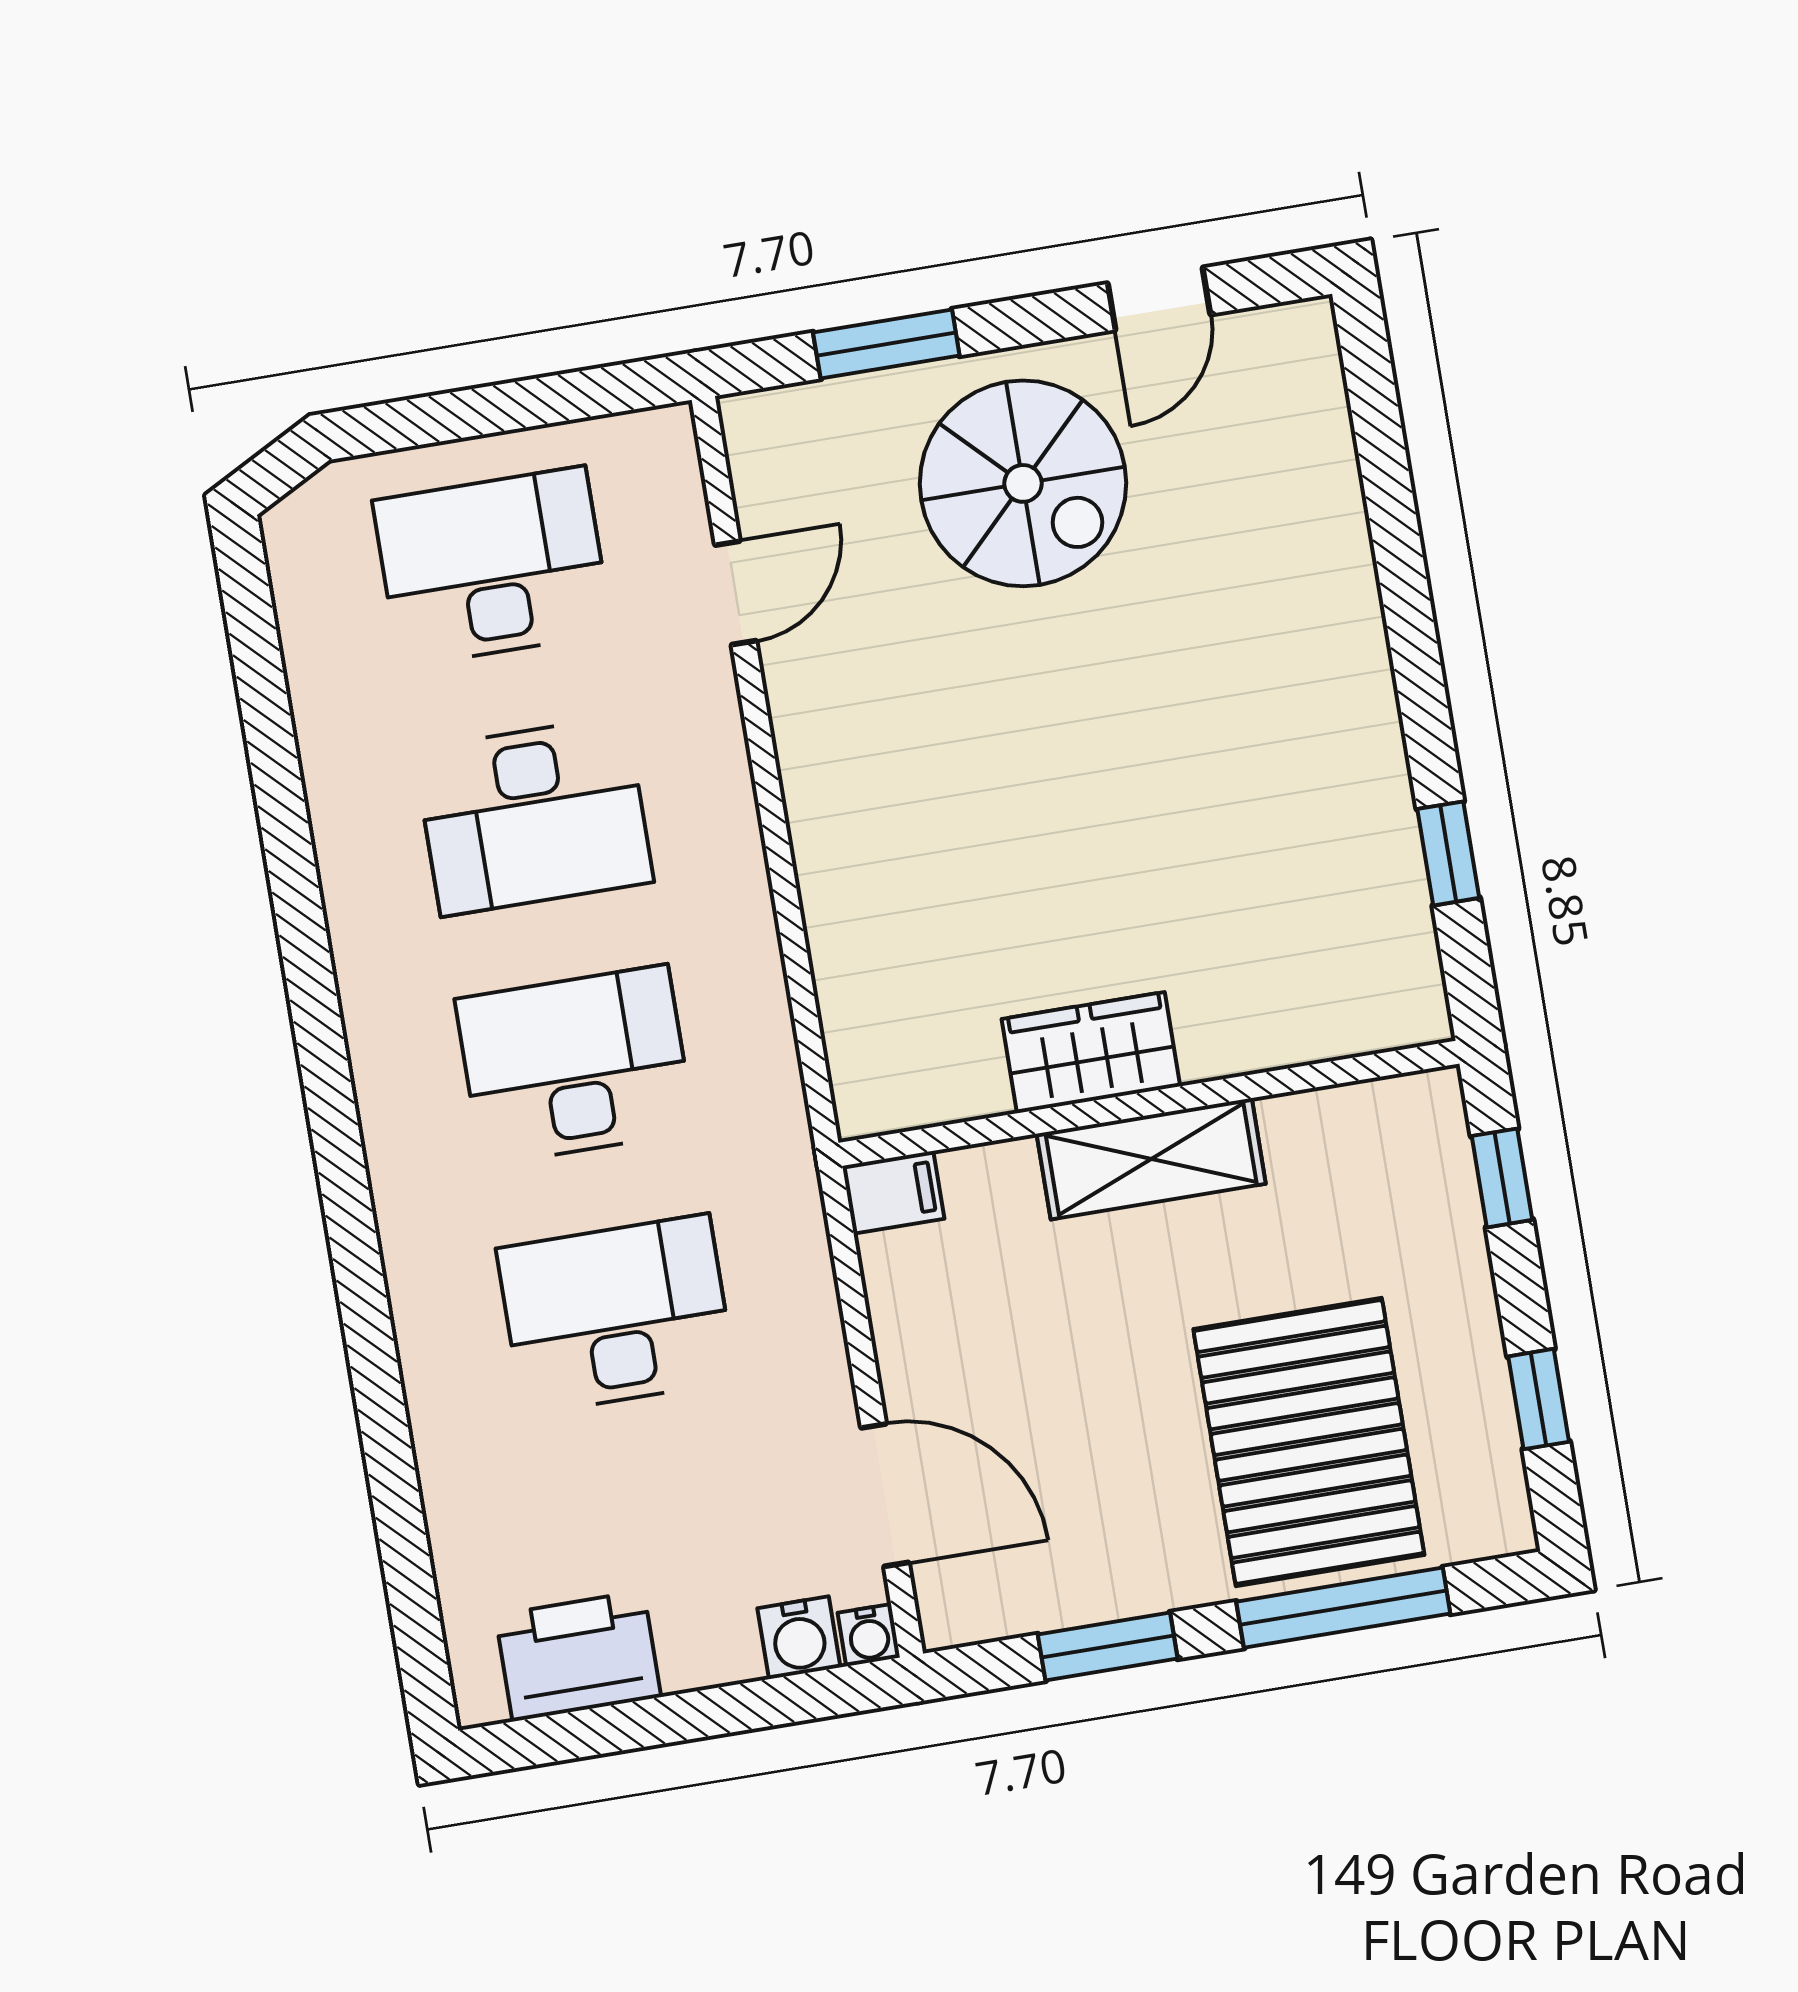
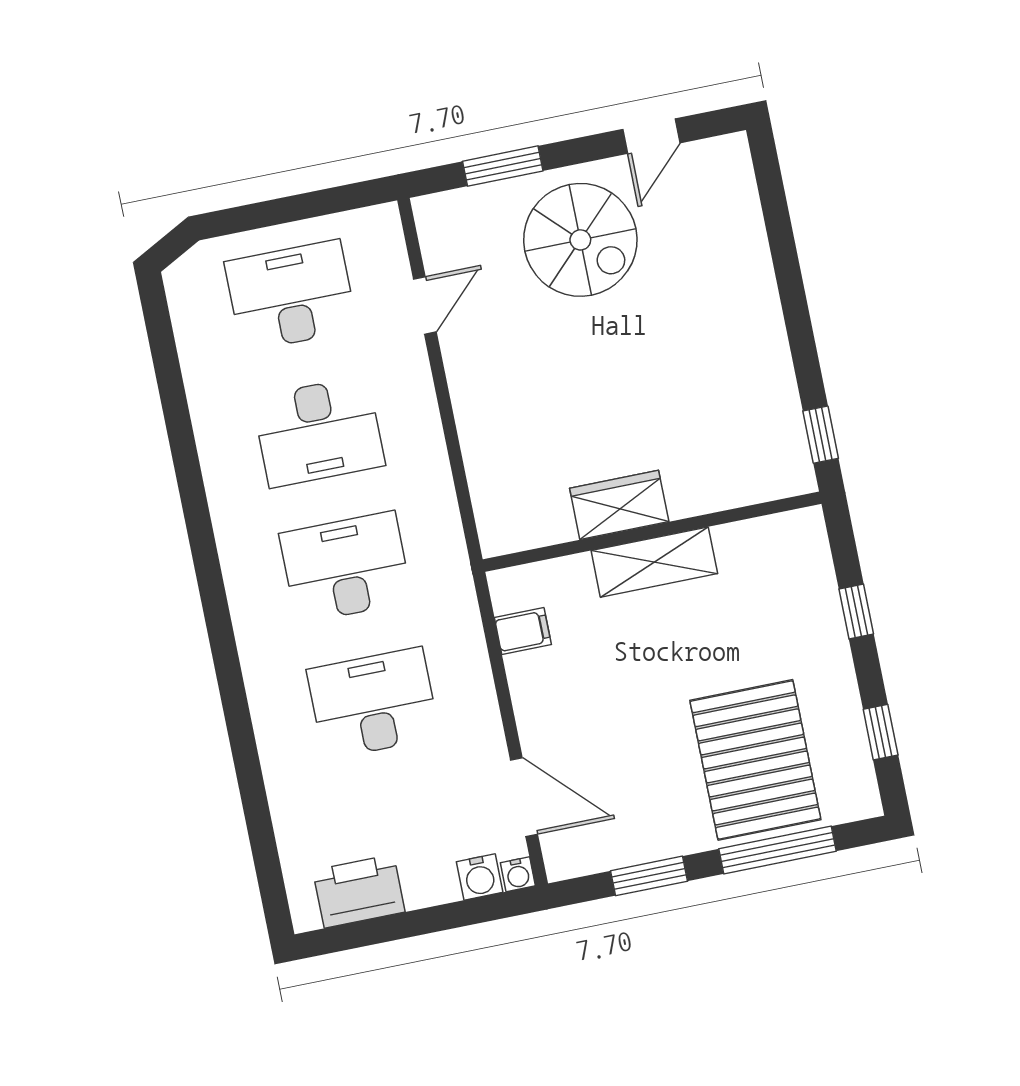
wardrobe: (1091, 1053) -> (619, 505), moved
wall: (1149, 1103) -> (652, 532), moved
shelving: (1151, 1159) -> (654, 562), moved

